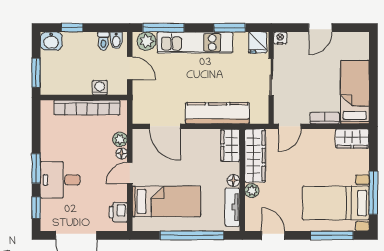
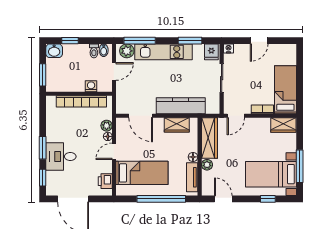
door: (130, 68) -> (114, 71), hinge flipped
wardrobe: (230, 145) -> (177, 125), moved, turned -90
window: (332, 235) -> (268, 199), width x0.46

